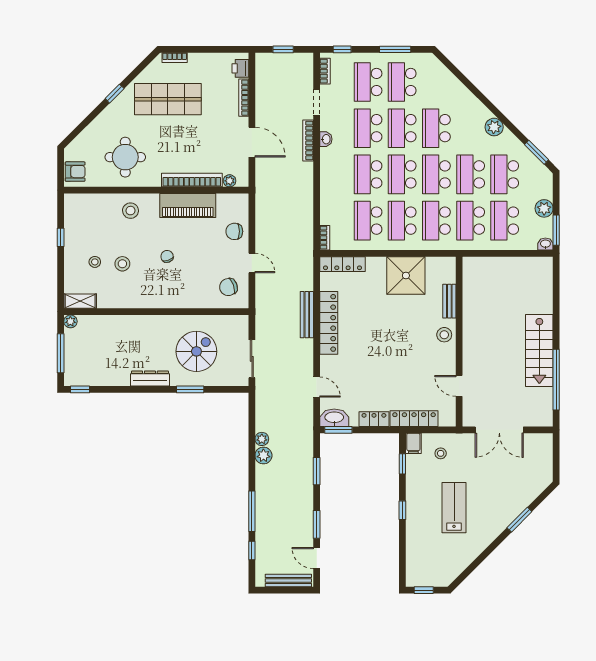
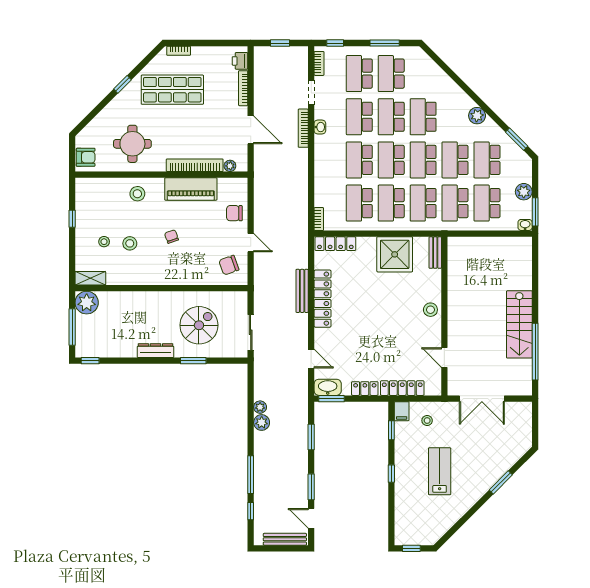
bench: (449, 301) -> (435, 253), moved
plant: (70, 321) -> (87, 303), width x1.88, depth x1.88

